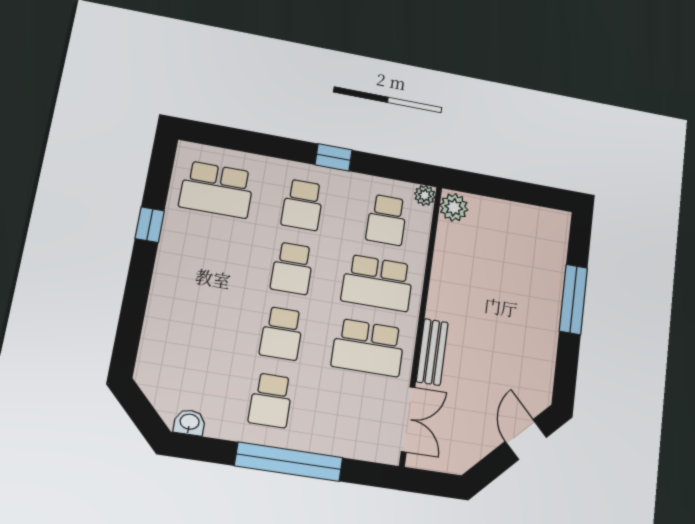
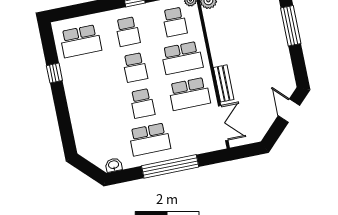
school desk: (271, 400) -> (150, 139), width x1.85

